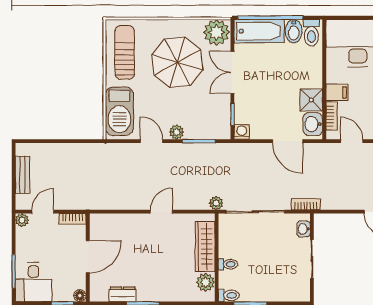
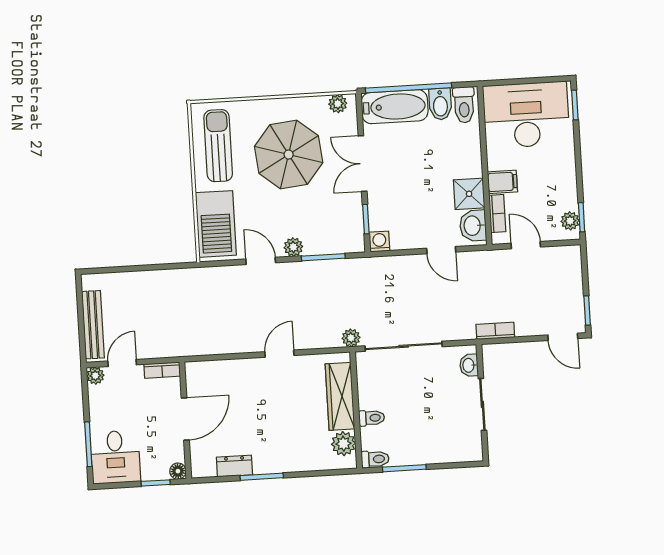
plant: (217, 32) -> (338, 104), width x0.53, depth x0.53
door: (288, 141) -> (441, 250), width x0.73
bench: (23, 175) -> (93, 325), width x1.36
bookcase: (306, 204) -> (495, 331), moved

